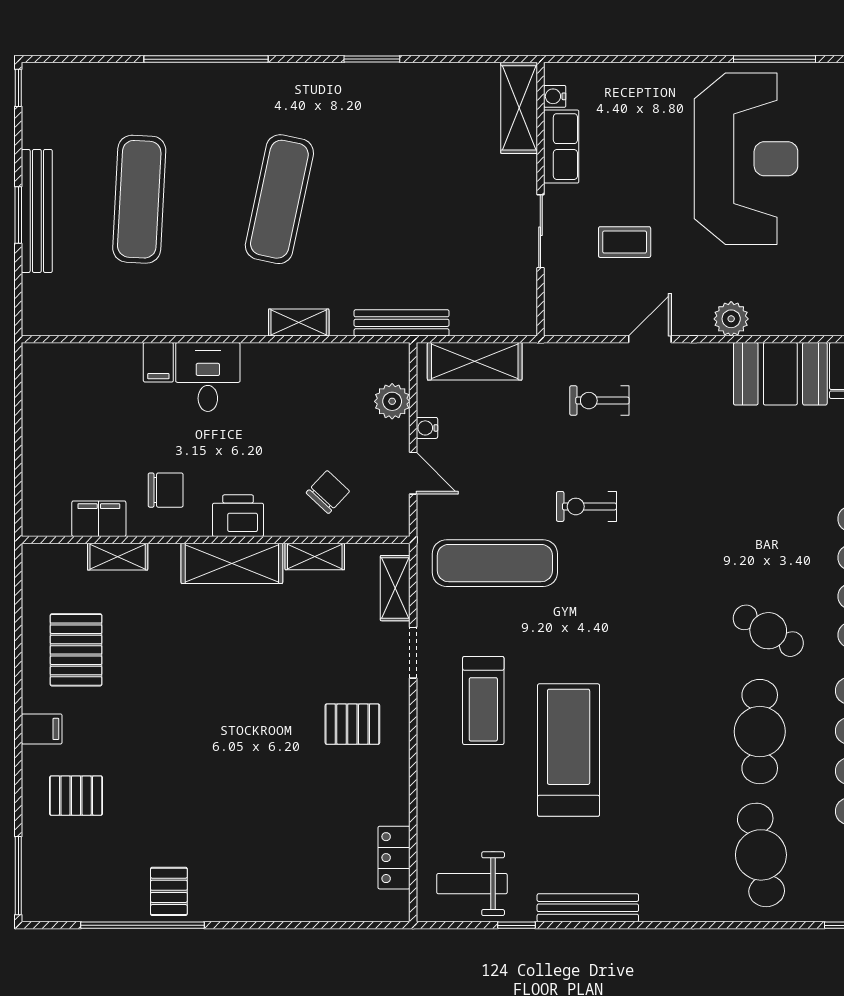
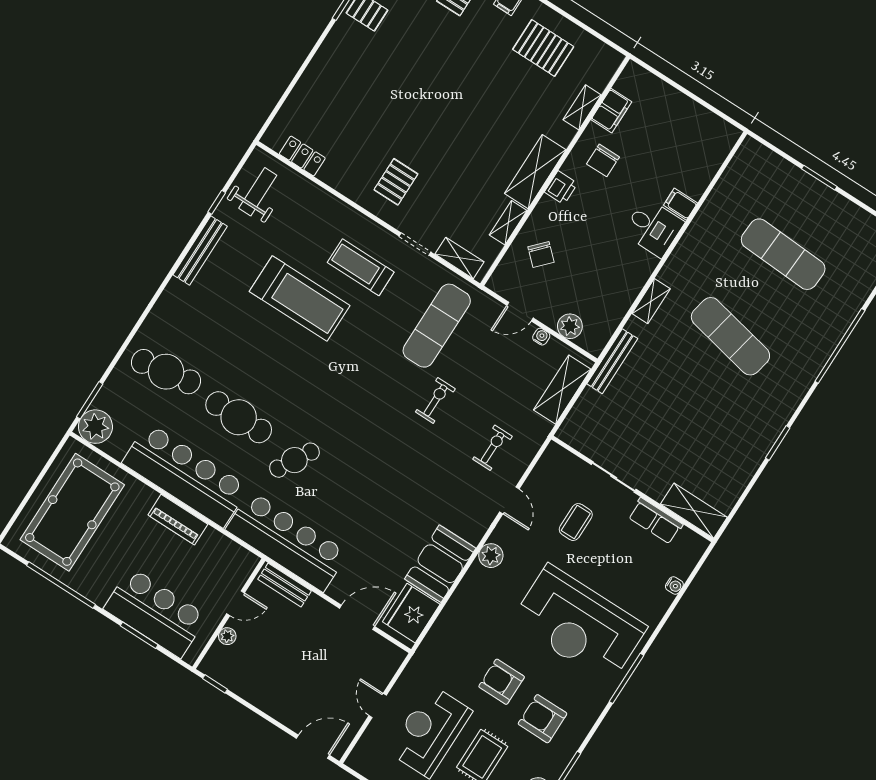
water cooler: (555, 96) -> (674, 586), moved, turned 90
bench: (37, 211) -> (815, 190), removed
printer: (238, 516) -> (561, 188), width x0.73, depth x0.81

